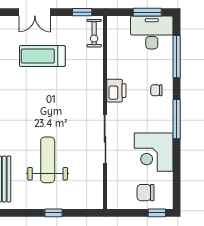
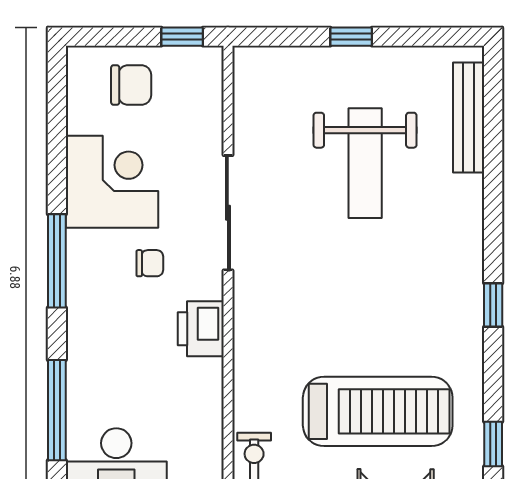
treadmill: (42, 56) -> (378, 411), width x1.37, depth x1.38
chair: (156, 90) -> (150, 263), moved
window: (157, 213) -> (182, 37), moved

